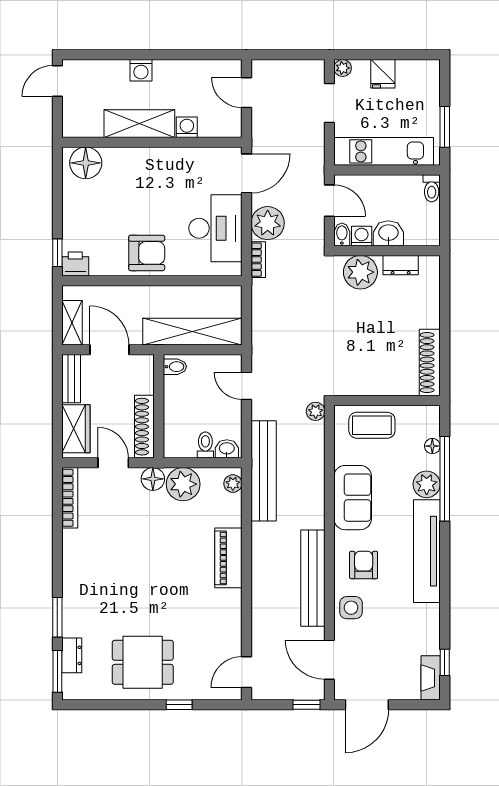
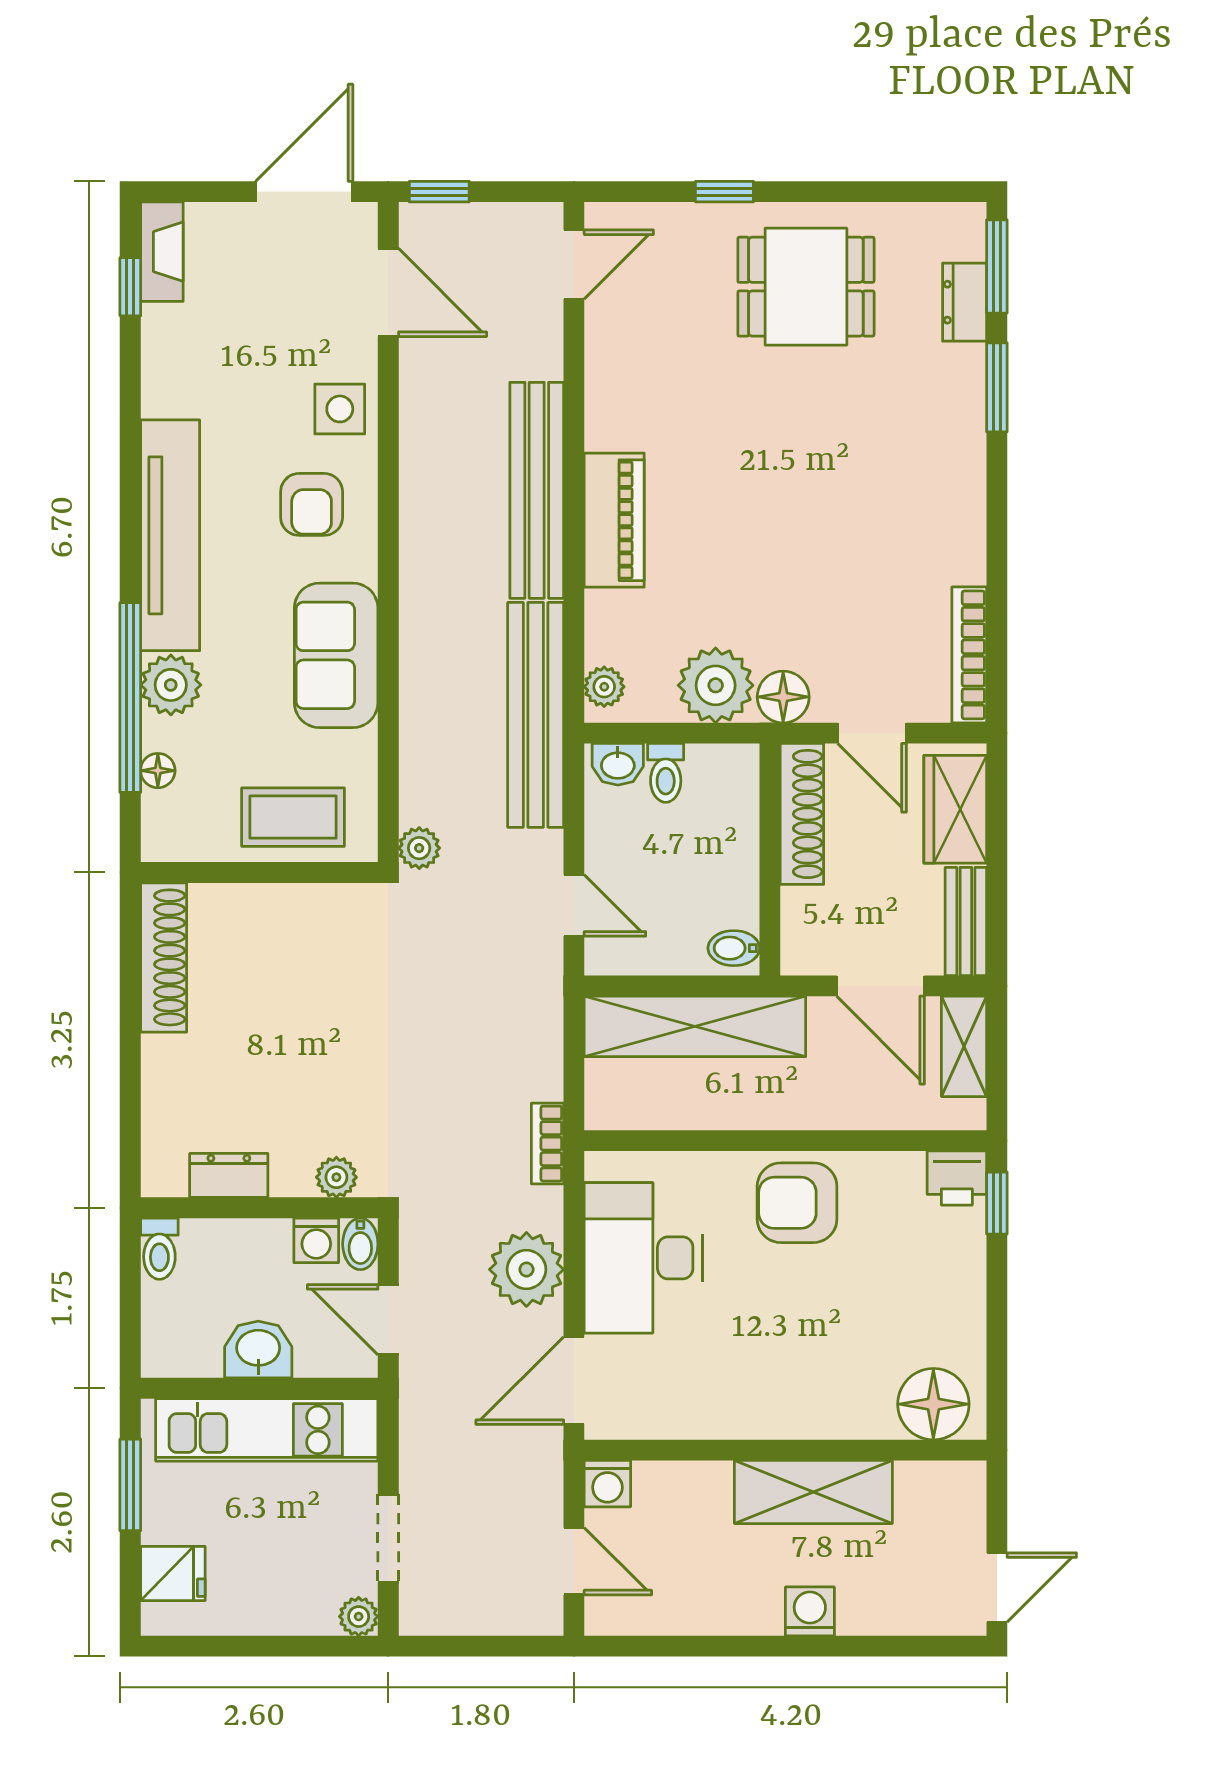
fridge: (383, 74) -> (173, 1574), moved, turned 90
washing machine: (187, 127) -> (607, 1484), moved
toilet: (432, 188) -> (159, 1249), moved, turned 180
washbasin: (388, 233) -> (258, 1349), moved, turned 180
bookcase: (258, 260) -> (547, 1144), moved
plant: (360, 272) -> (336, 1177), width x0.53, depth x0.53
bench: (313, 578) -> (537, 490), moved

